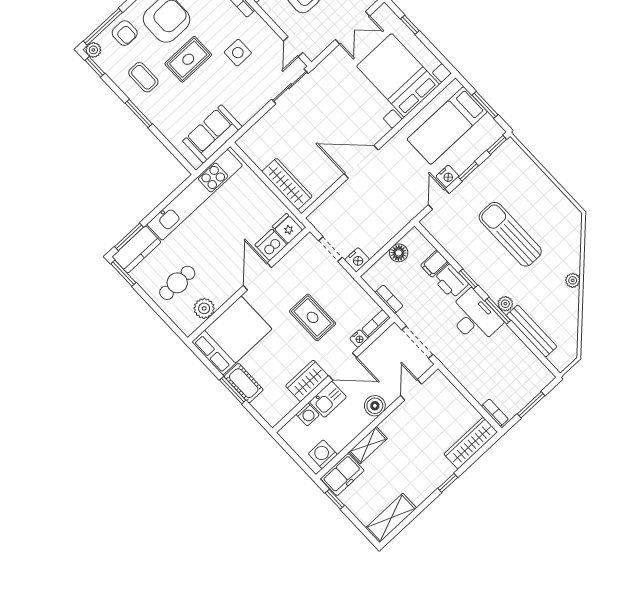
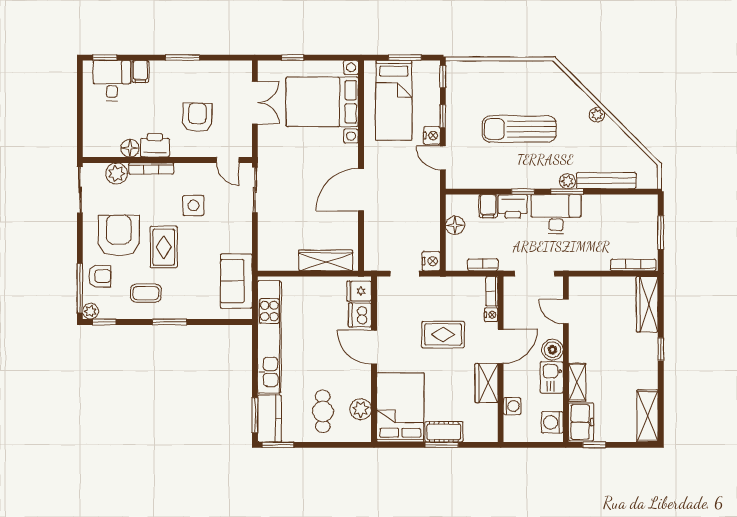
kitchen sink: (328, 399) -> (552, 377), moved, turned 180
bookcase: (495, 413) -> (633, 265), width x1.56

